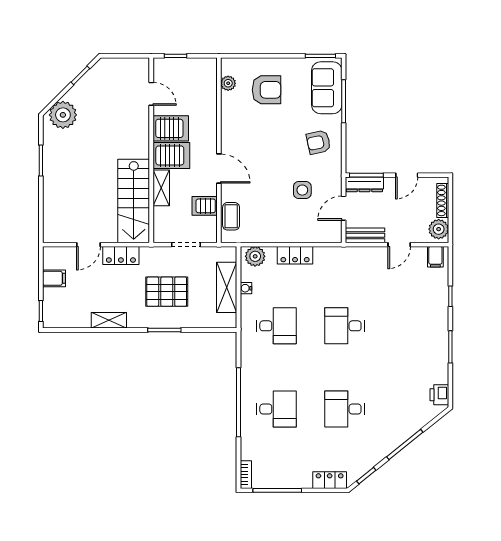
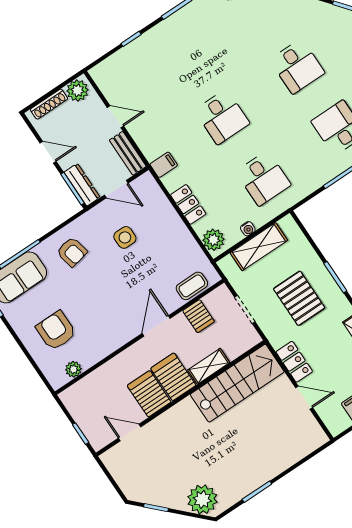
door: (151, 94) -> (130, 432), hinge flipped
filing cabinet: (435, 257) -> (164, 165), moved
desk: (276, 326) -> (263, 178), turned 180

